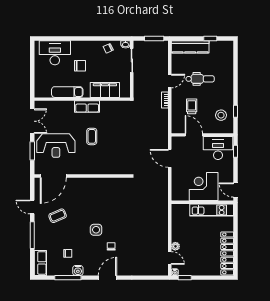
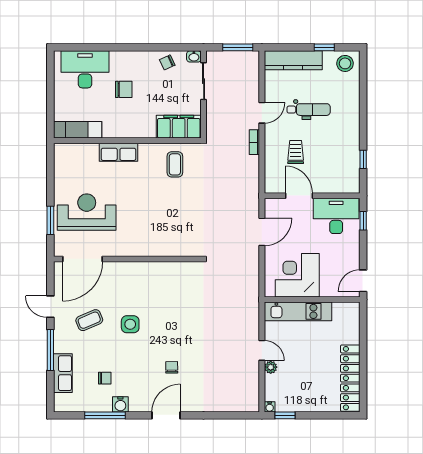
filing cabinet: (105, 90) -> (179, 127), moved
exam couch: (67, 92) -> (78, 130), moved
row of seats: (87, 107) -> (119, 152), moved
stool: (221, 115) -> (345, 63), moved
double door: (32, 121) -> (50, 175), removed
coffee table: (92, 136) -> (175, 164), moved
reception desk: (56, 146) -> (87, 212), turned 180
door: (170, 158) -> (262, 232), swing flipped
corner desk: (204, 187) -> (297, 275), moved
door: (236, 190) -> (363, 281), hinge flipped
kitchen unit: (212, 210) -> (298, 311), moved
side table: (96, 230) -> (130, 324), moved
door: (170, 258) -> (262, 350), moved
row of seats: (40, 263) -> (63, 373), moved

